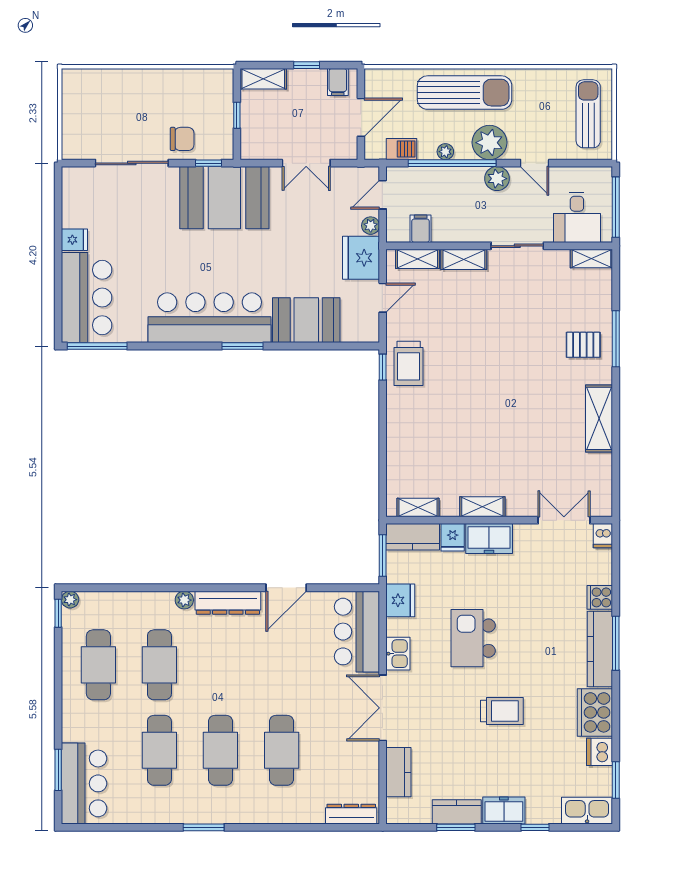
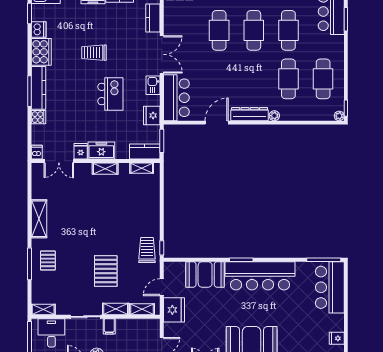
plant: (371, 226) -> (169, 328), removed
filing cabinet: (421, 229) -> (109, 326), moved
fridge: (74, 240) -> (337, 338), moved
pallet: (481, 326) -> (106, 271), added
pallet: (583, 345) -> (48, 260), turned 90
fridge: (453, 537) -> (81, 151), moved

